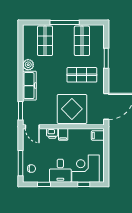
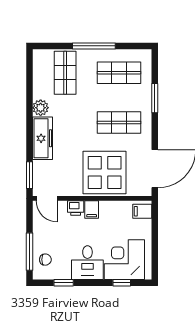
shop shelf: (82, 41) -> (119, 73), turned 90

